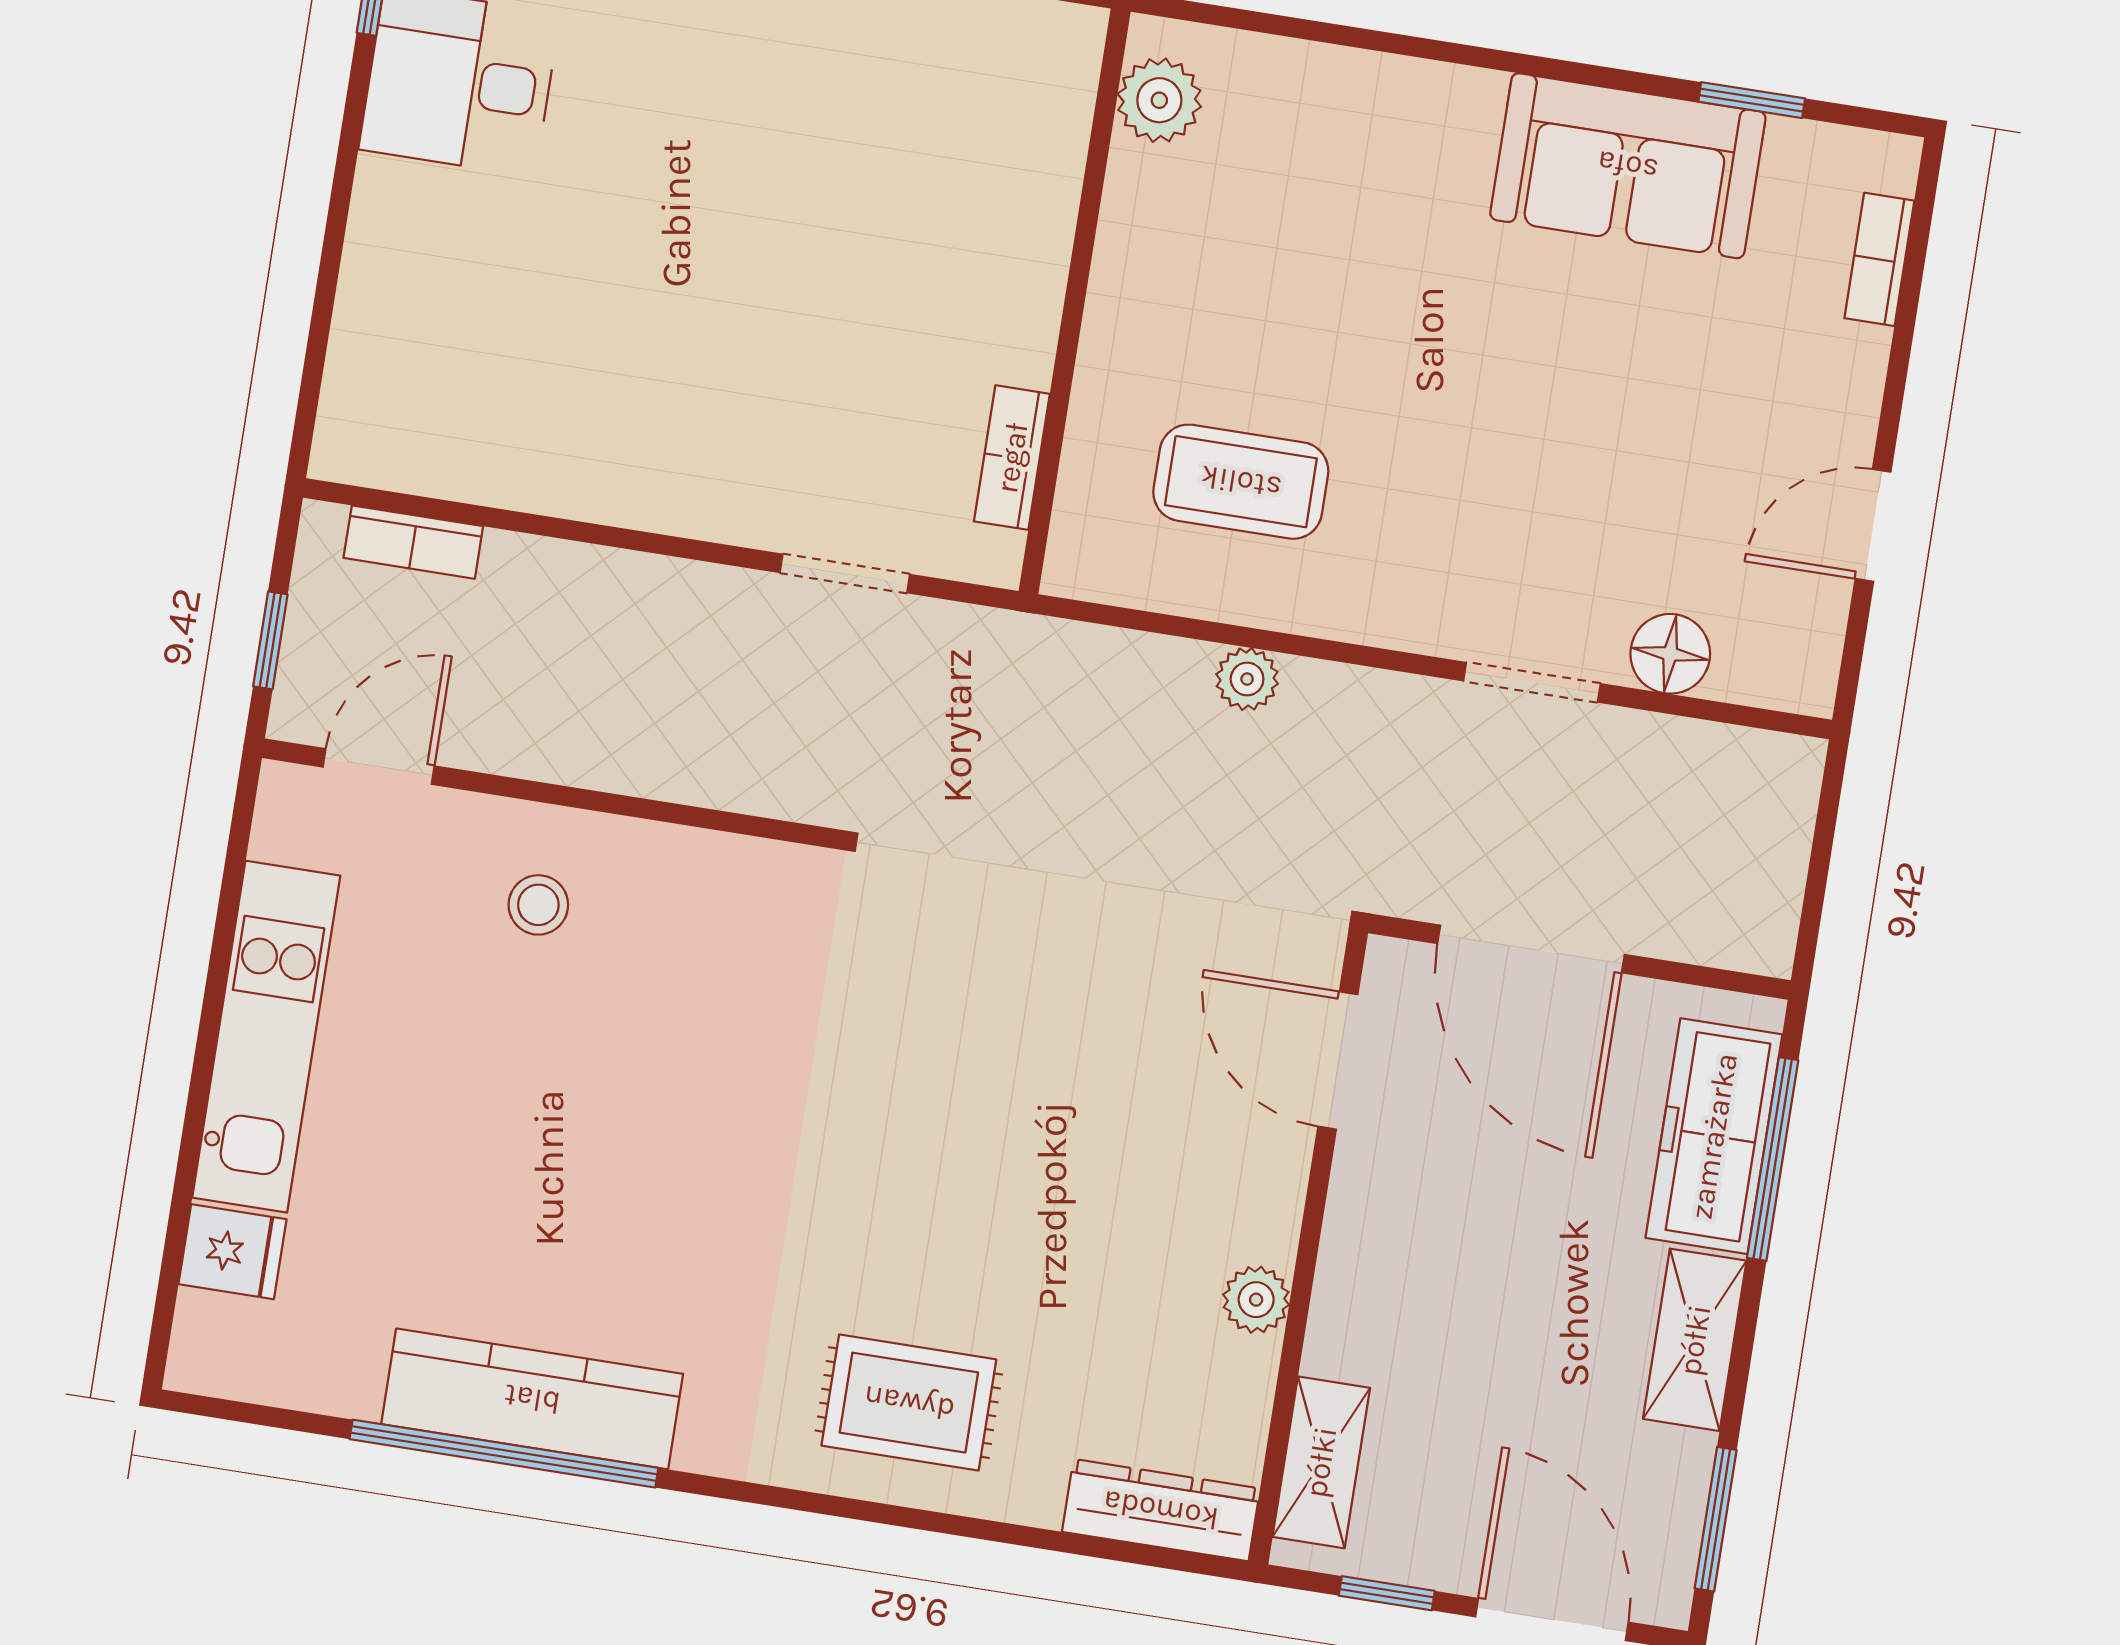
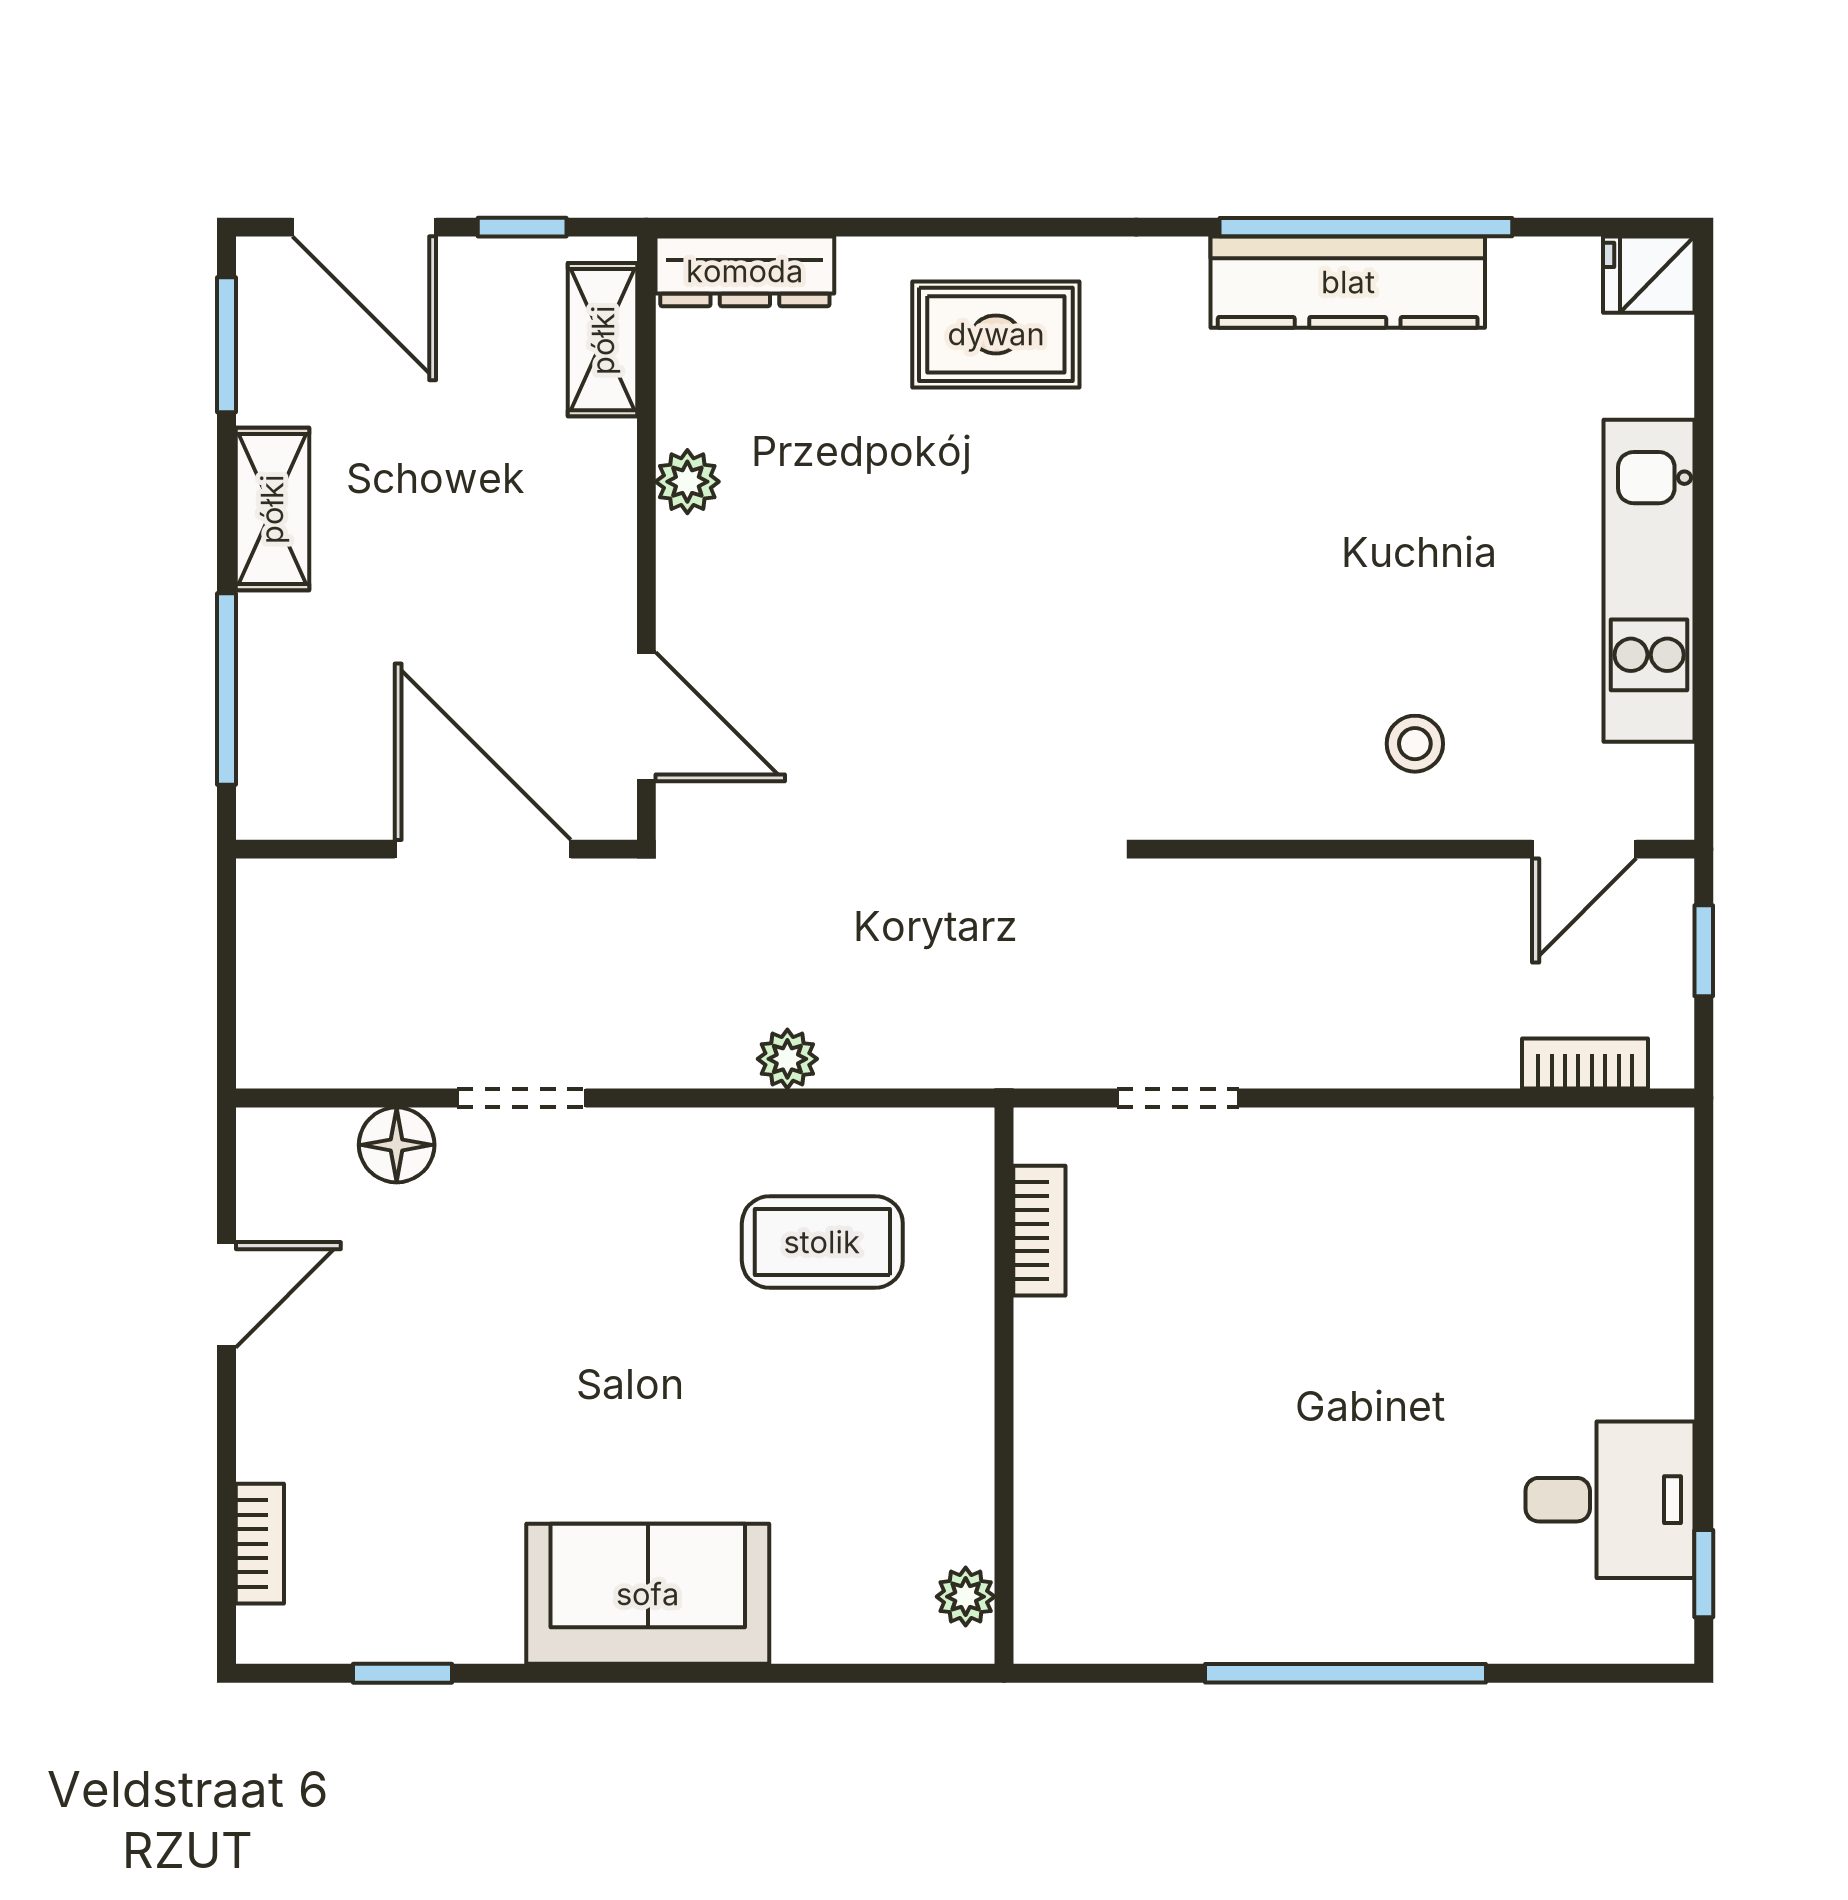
plant: (1159, 100) -> (966, 1597), width x0.73, depth x0.73
sofa: (1628, 166) -> (648, 1594), moved
freezer: (1714, 1136) -> (285, 702), removed
fridge: (232, 1252) -> (1649, 275), moved

